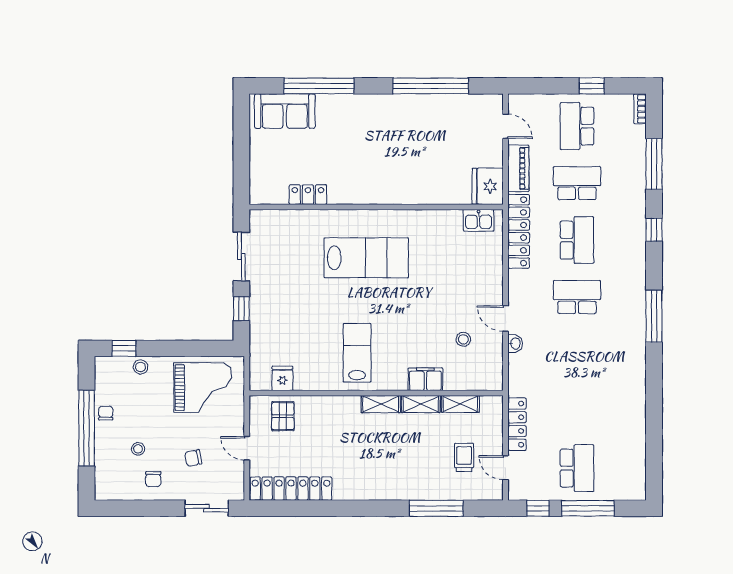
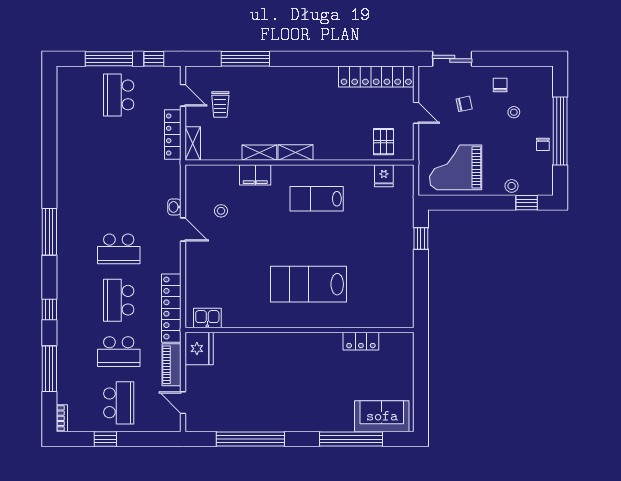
sliding door: (241, 257) -> (421, 285), removed
lab bench: (357, 353) -> (317, 199), turned 90
shelving: (460, 404) -> (193, 143), moved, turned 90

